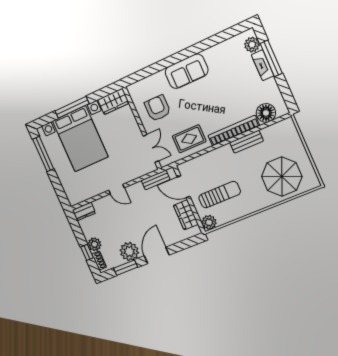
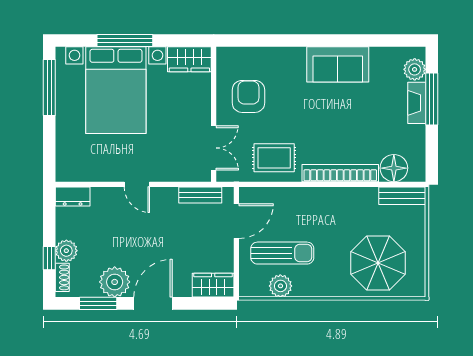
sofa: (187, 71) -> (338, 64), moved
bench: (246, 142) -> (402, 196), moved
door: (184, 187) -> (236, 221), swing flipped
wardrobe: (186, 215) -> (213, 285), moved, turned 90
plant: (209, 222) -> (280, 286), moved

